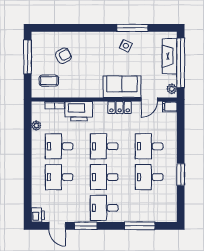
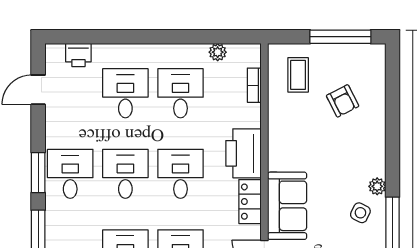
plant: (111, 36) -> (377, 186), added
printer: (79, 111) -> (243, 153), moved
printer: (38, 215) -> (78, 55), moved
window: (86, 226) -> (38, 173), moved

